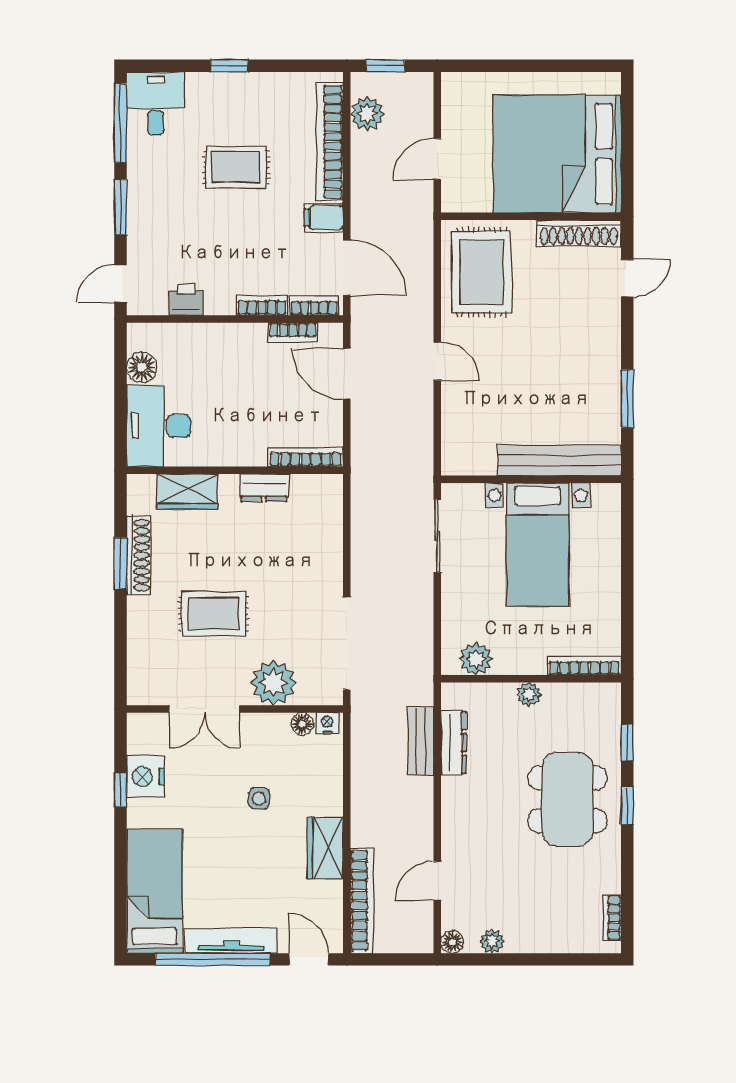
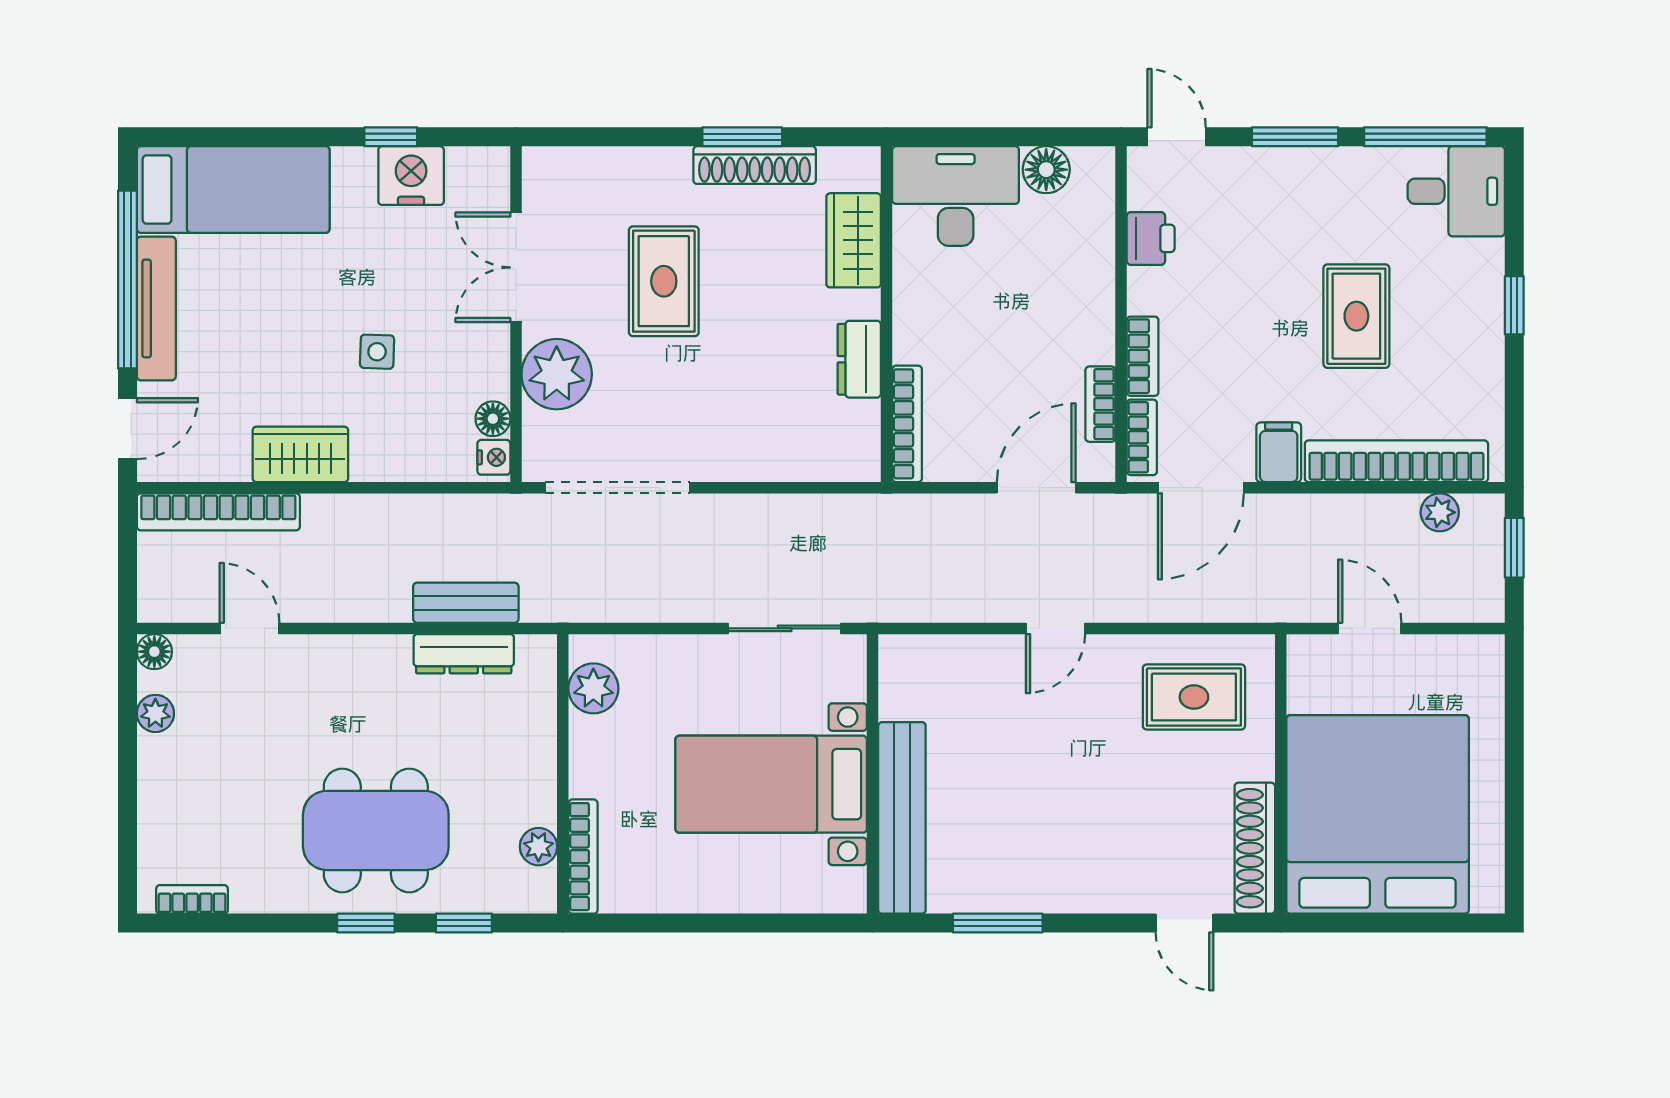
plant: (367, 114) -> (1440, 512), width x0.73, depth x0.73
rug: (482, 272) -> (1194, 697), width x0.73, depth x0.70
plant: (529, 695) -> (538, 847), moved

